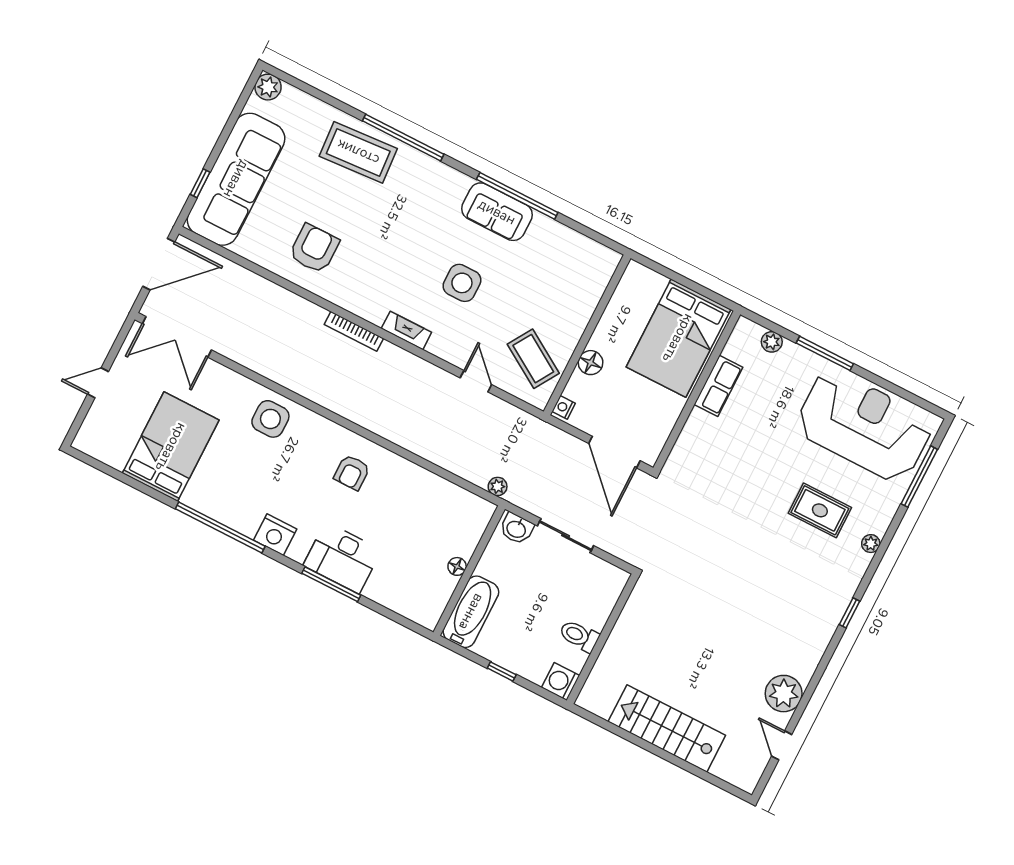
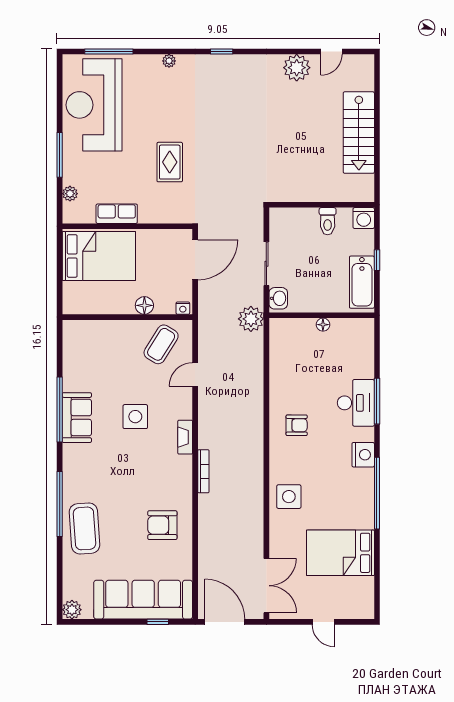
plant: (498, 486) -> (251, 319), width x1.88, depth x1.88
rug: (820, 510) -> (170, 162), moved
bathtub: (471, 612) -> (362, 282), moved, turned -90

